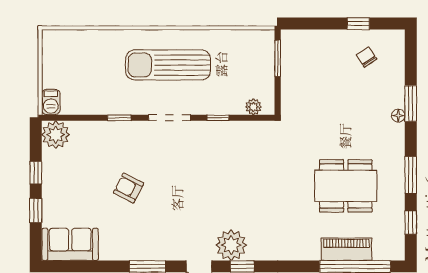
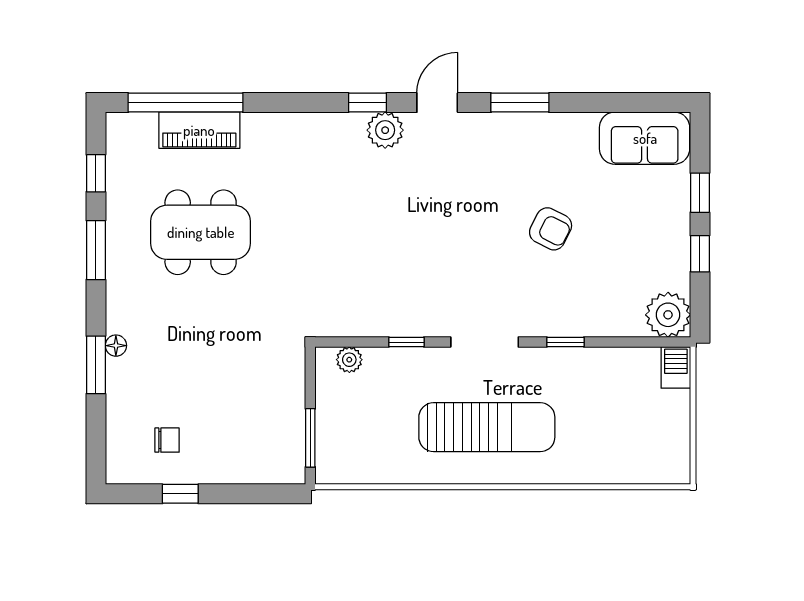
chair: (366, 57) -> (167, 440), turned -56
plant: (231, 245) -> (385, 130), width x0.73, depth x0.73

